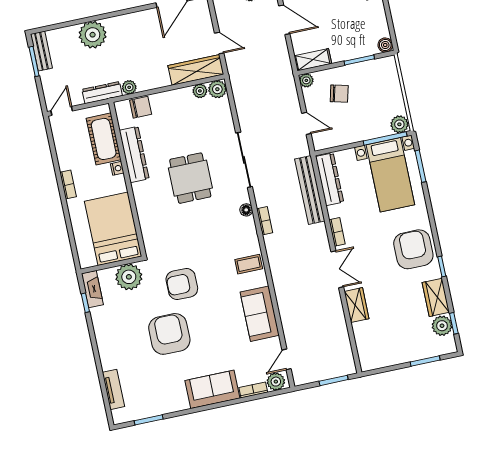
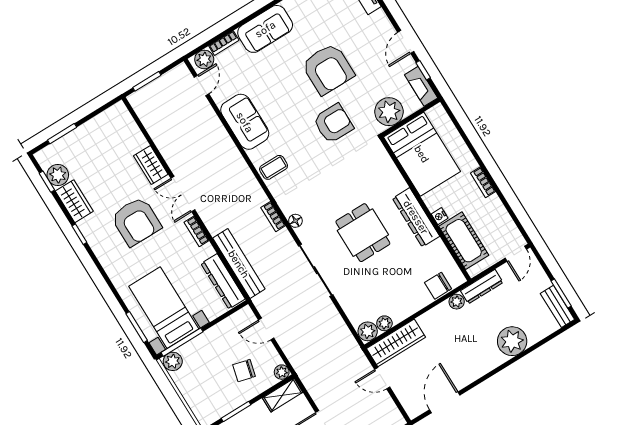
dresser: (134, 155) -> (416, 217), moved
armchair: (413, 249) -> (136, 221), moved
door: (92, 333) -> (406, 42), added

